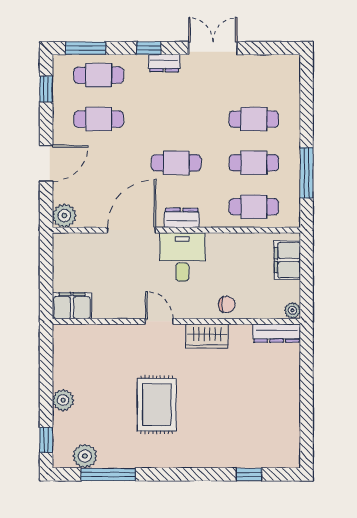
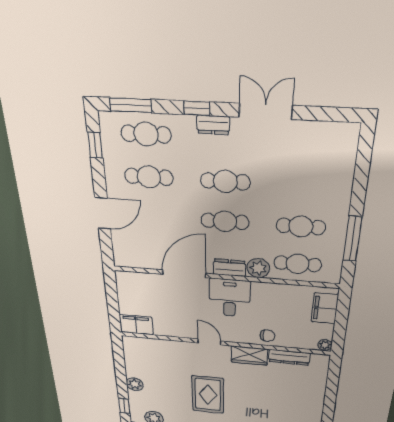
cafe table: (254, 119) -> (225, 181), moved
plant: (64, 216) -> (258, 268), moved
dresser: (277, 333) -> (289, 357), moved

